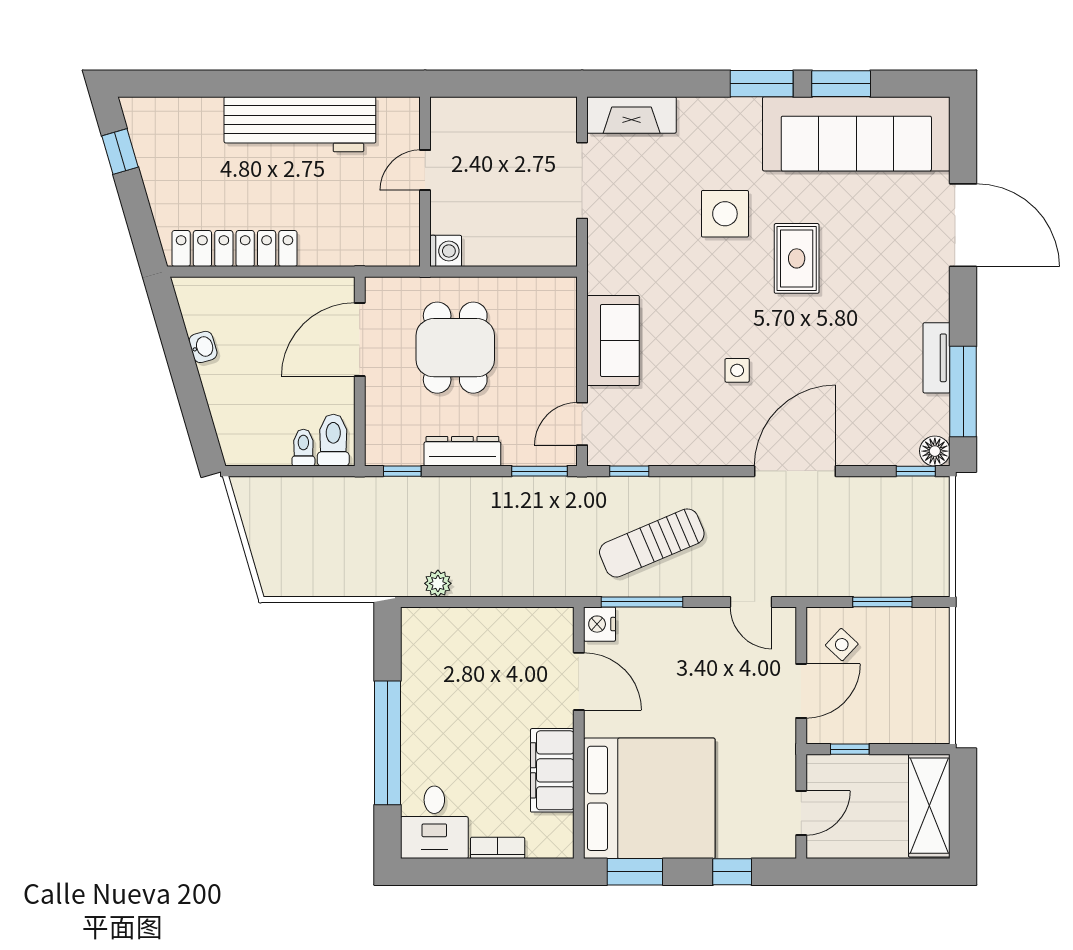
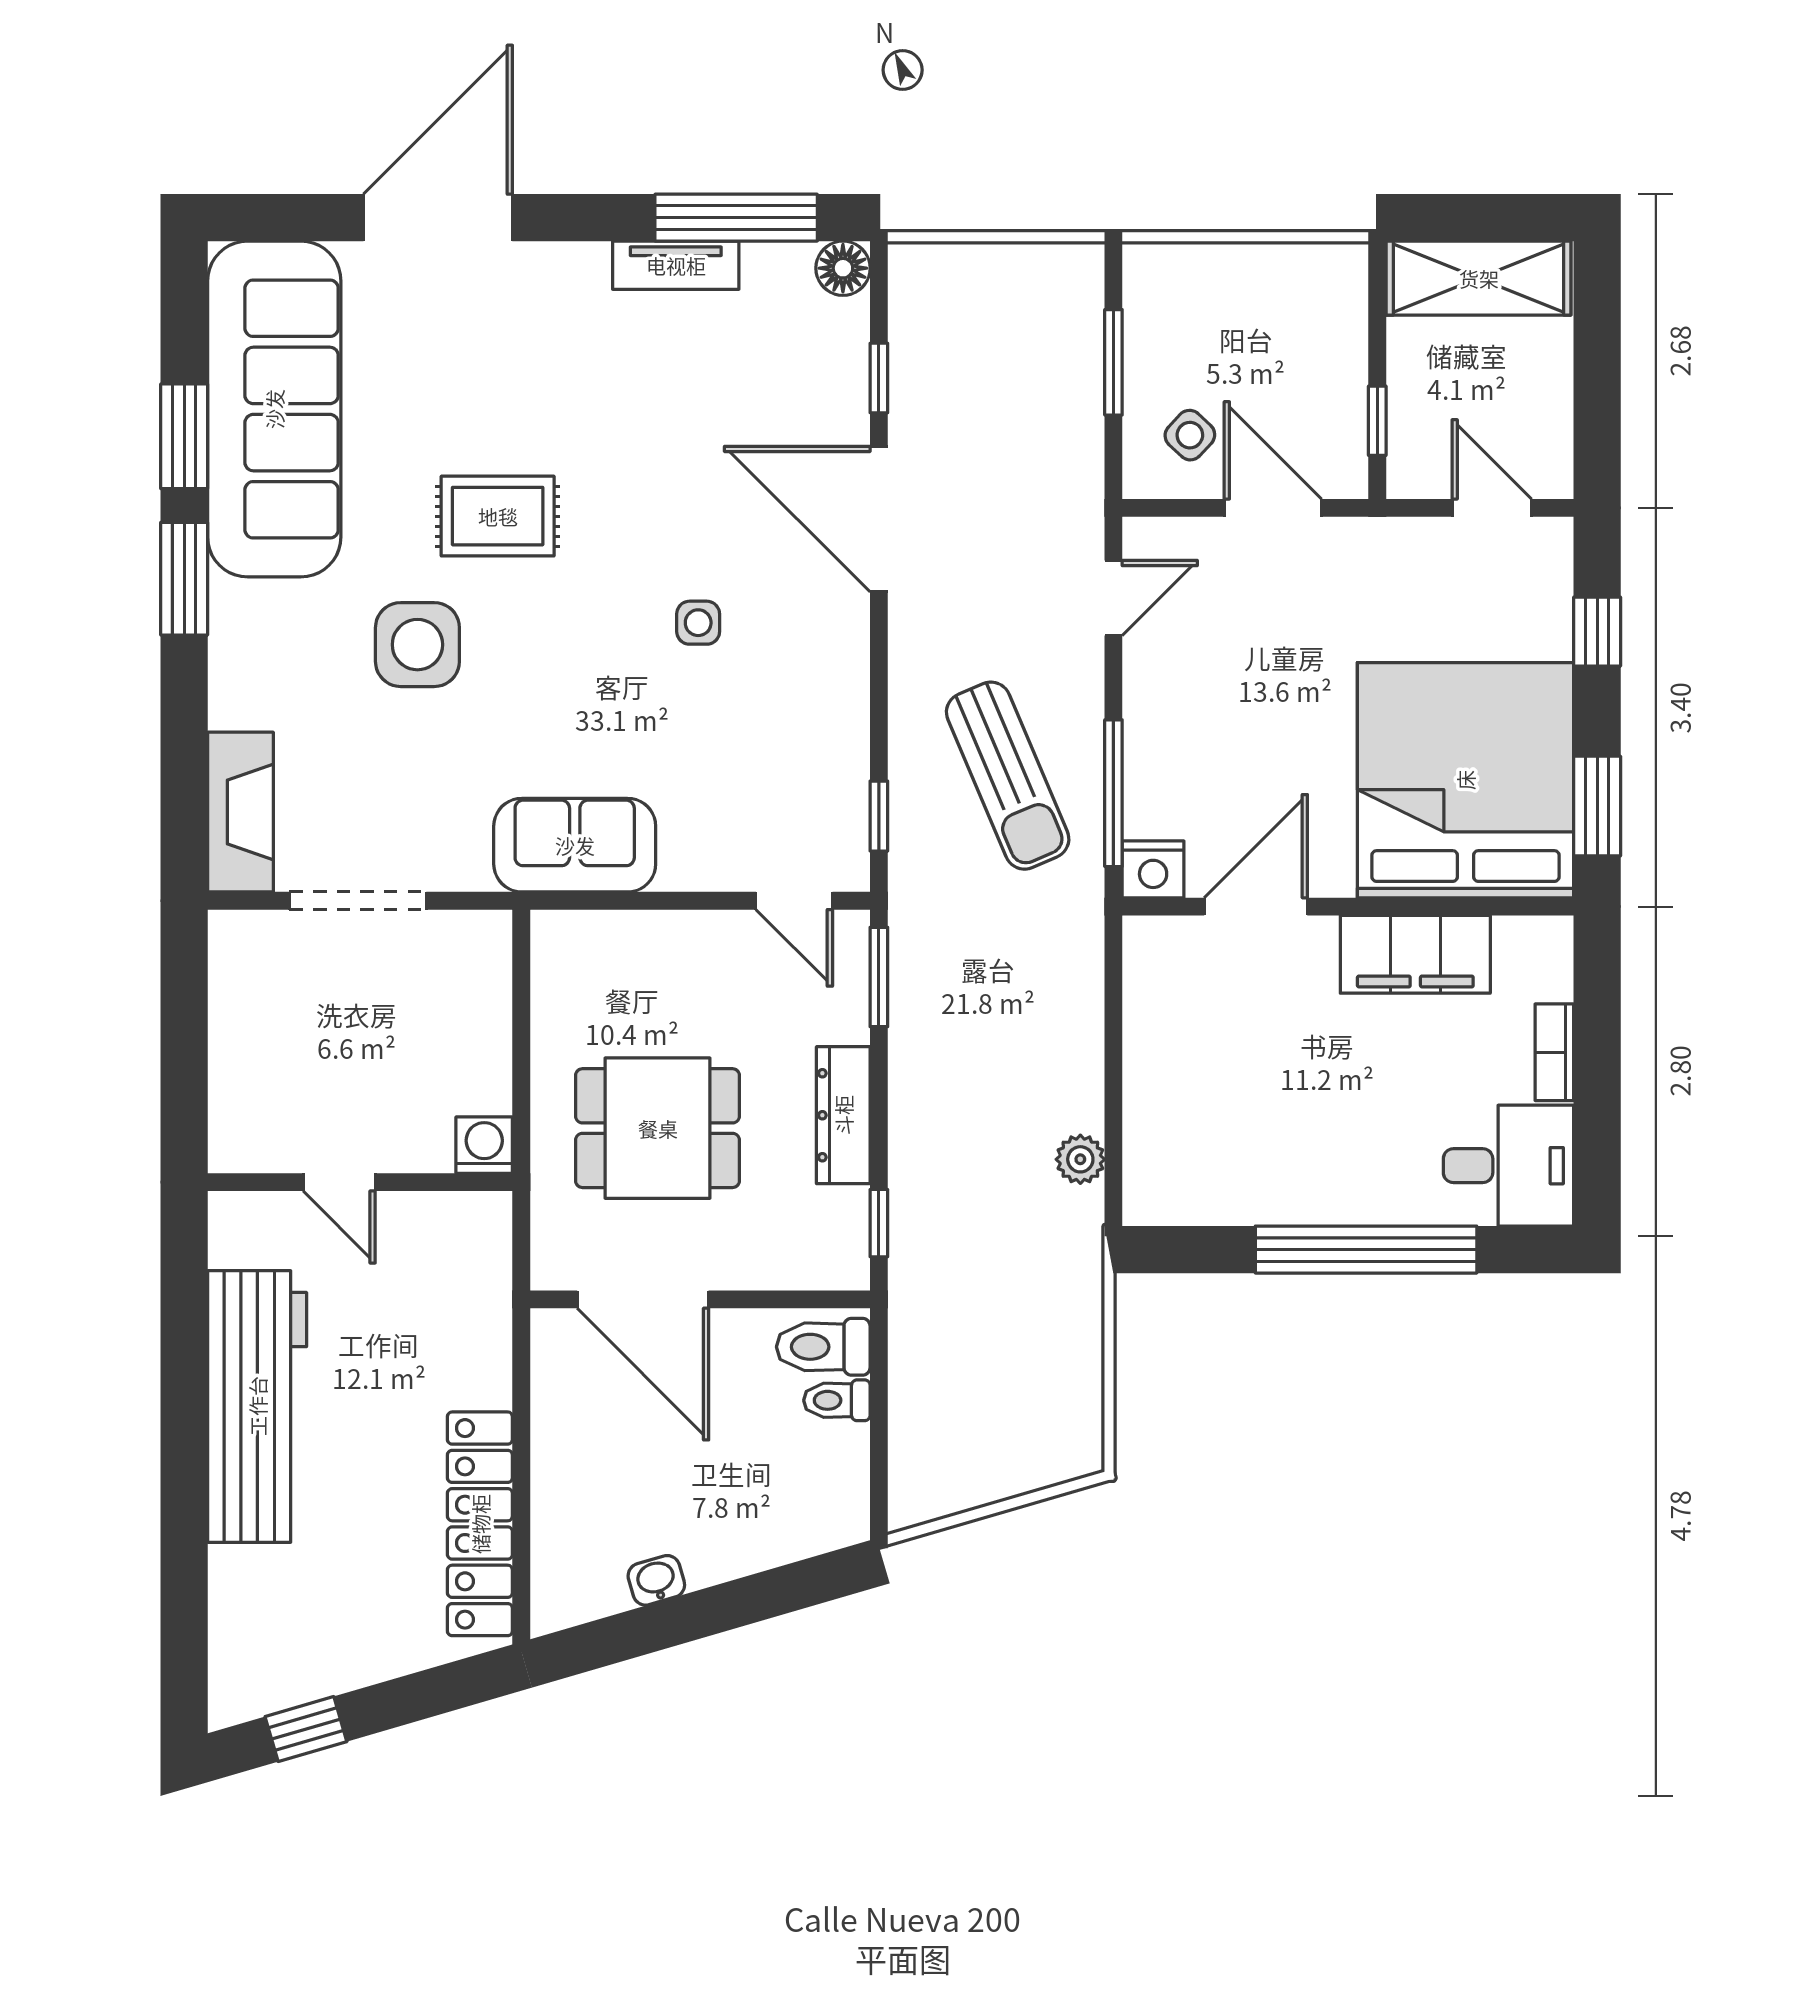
sofa: (613, 340) -> (575, 845), moved
window: (916, 471) -> (879, 378), moved

